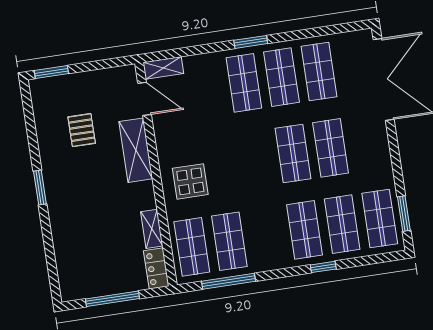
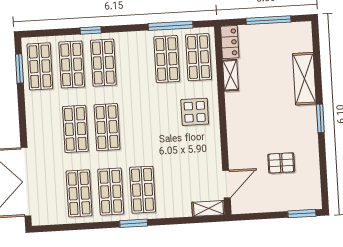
door: (145, 99) -> (226, 184), swing flipped
pallet: (82, 130) -> (281, 163), turned 90
shelving: (136, 150) -> (304, 79), moved

